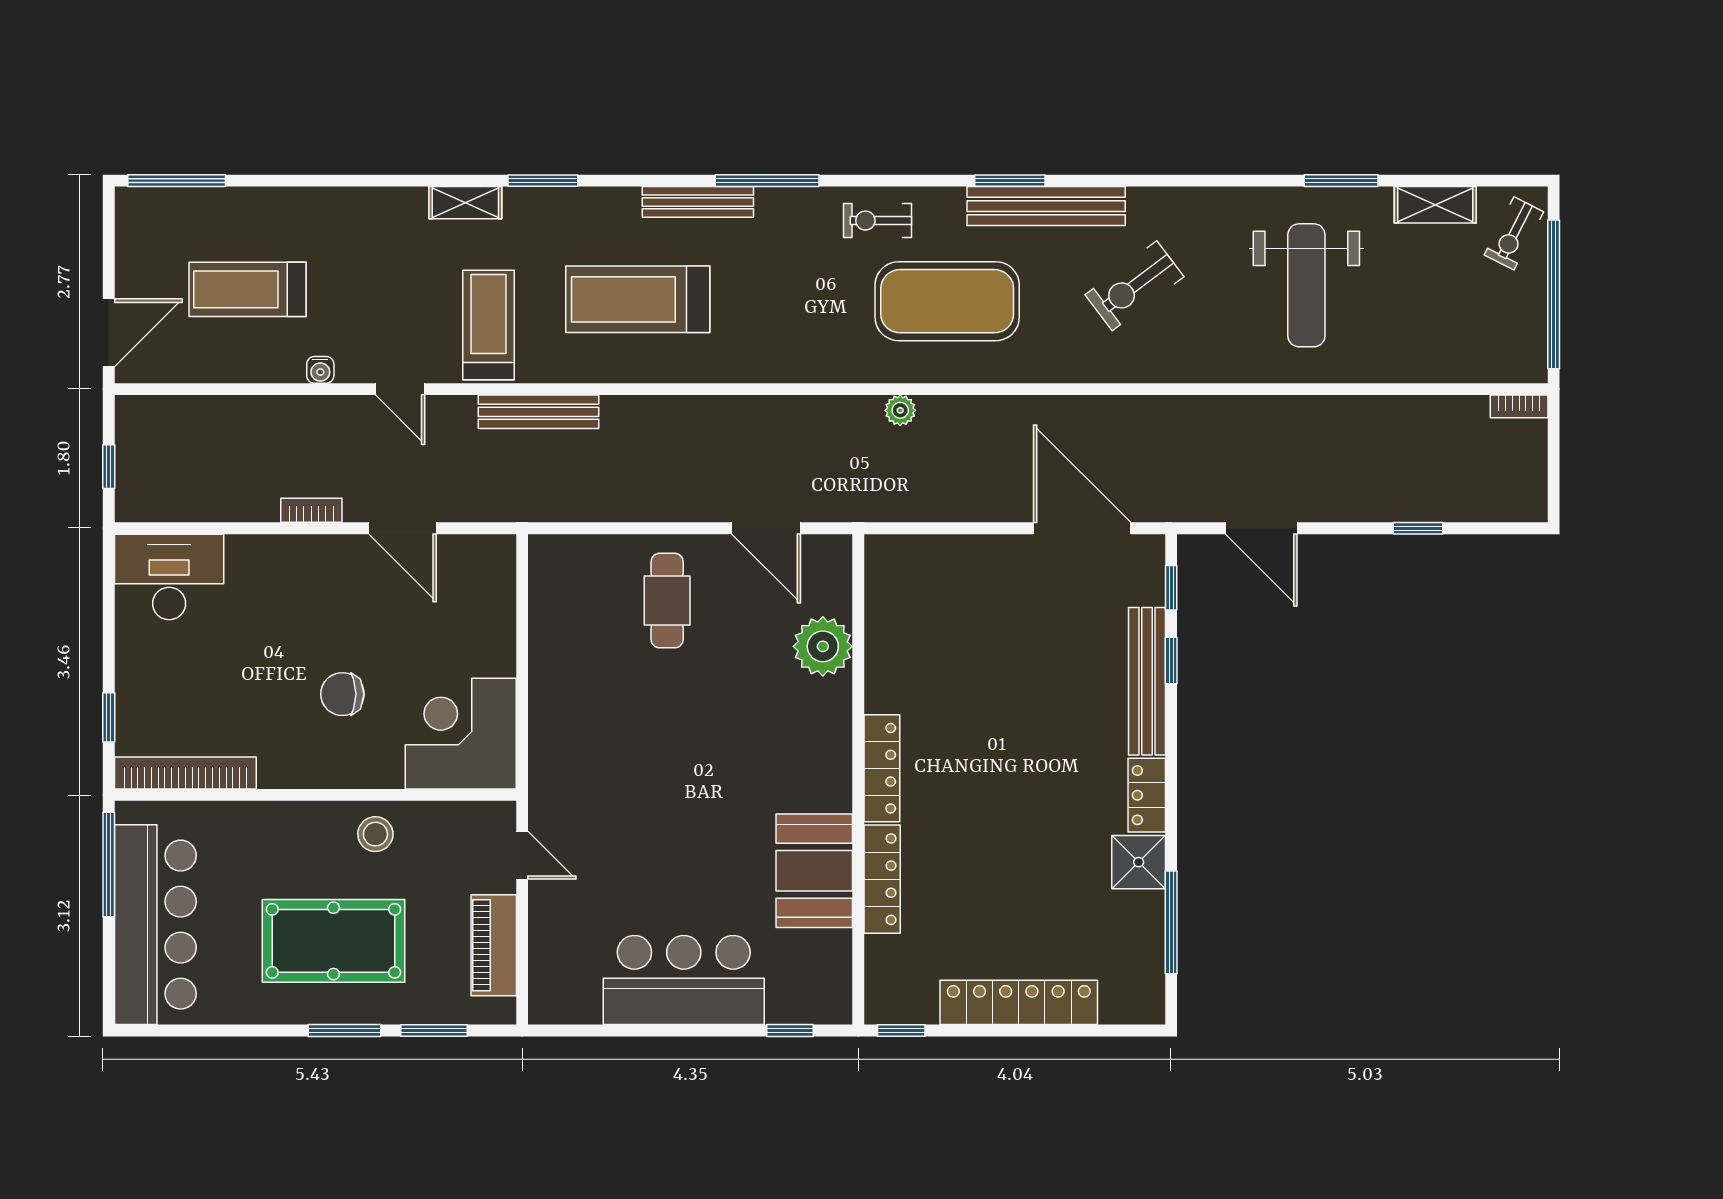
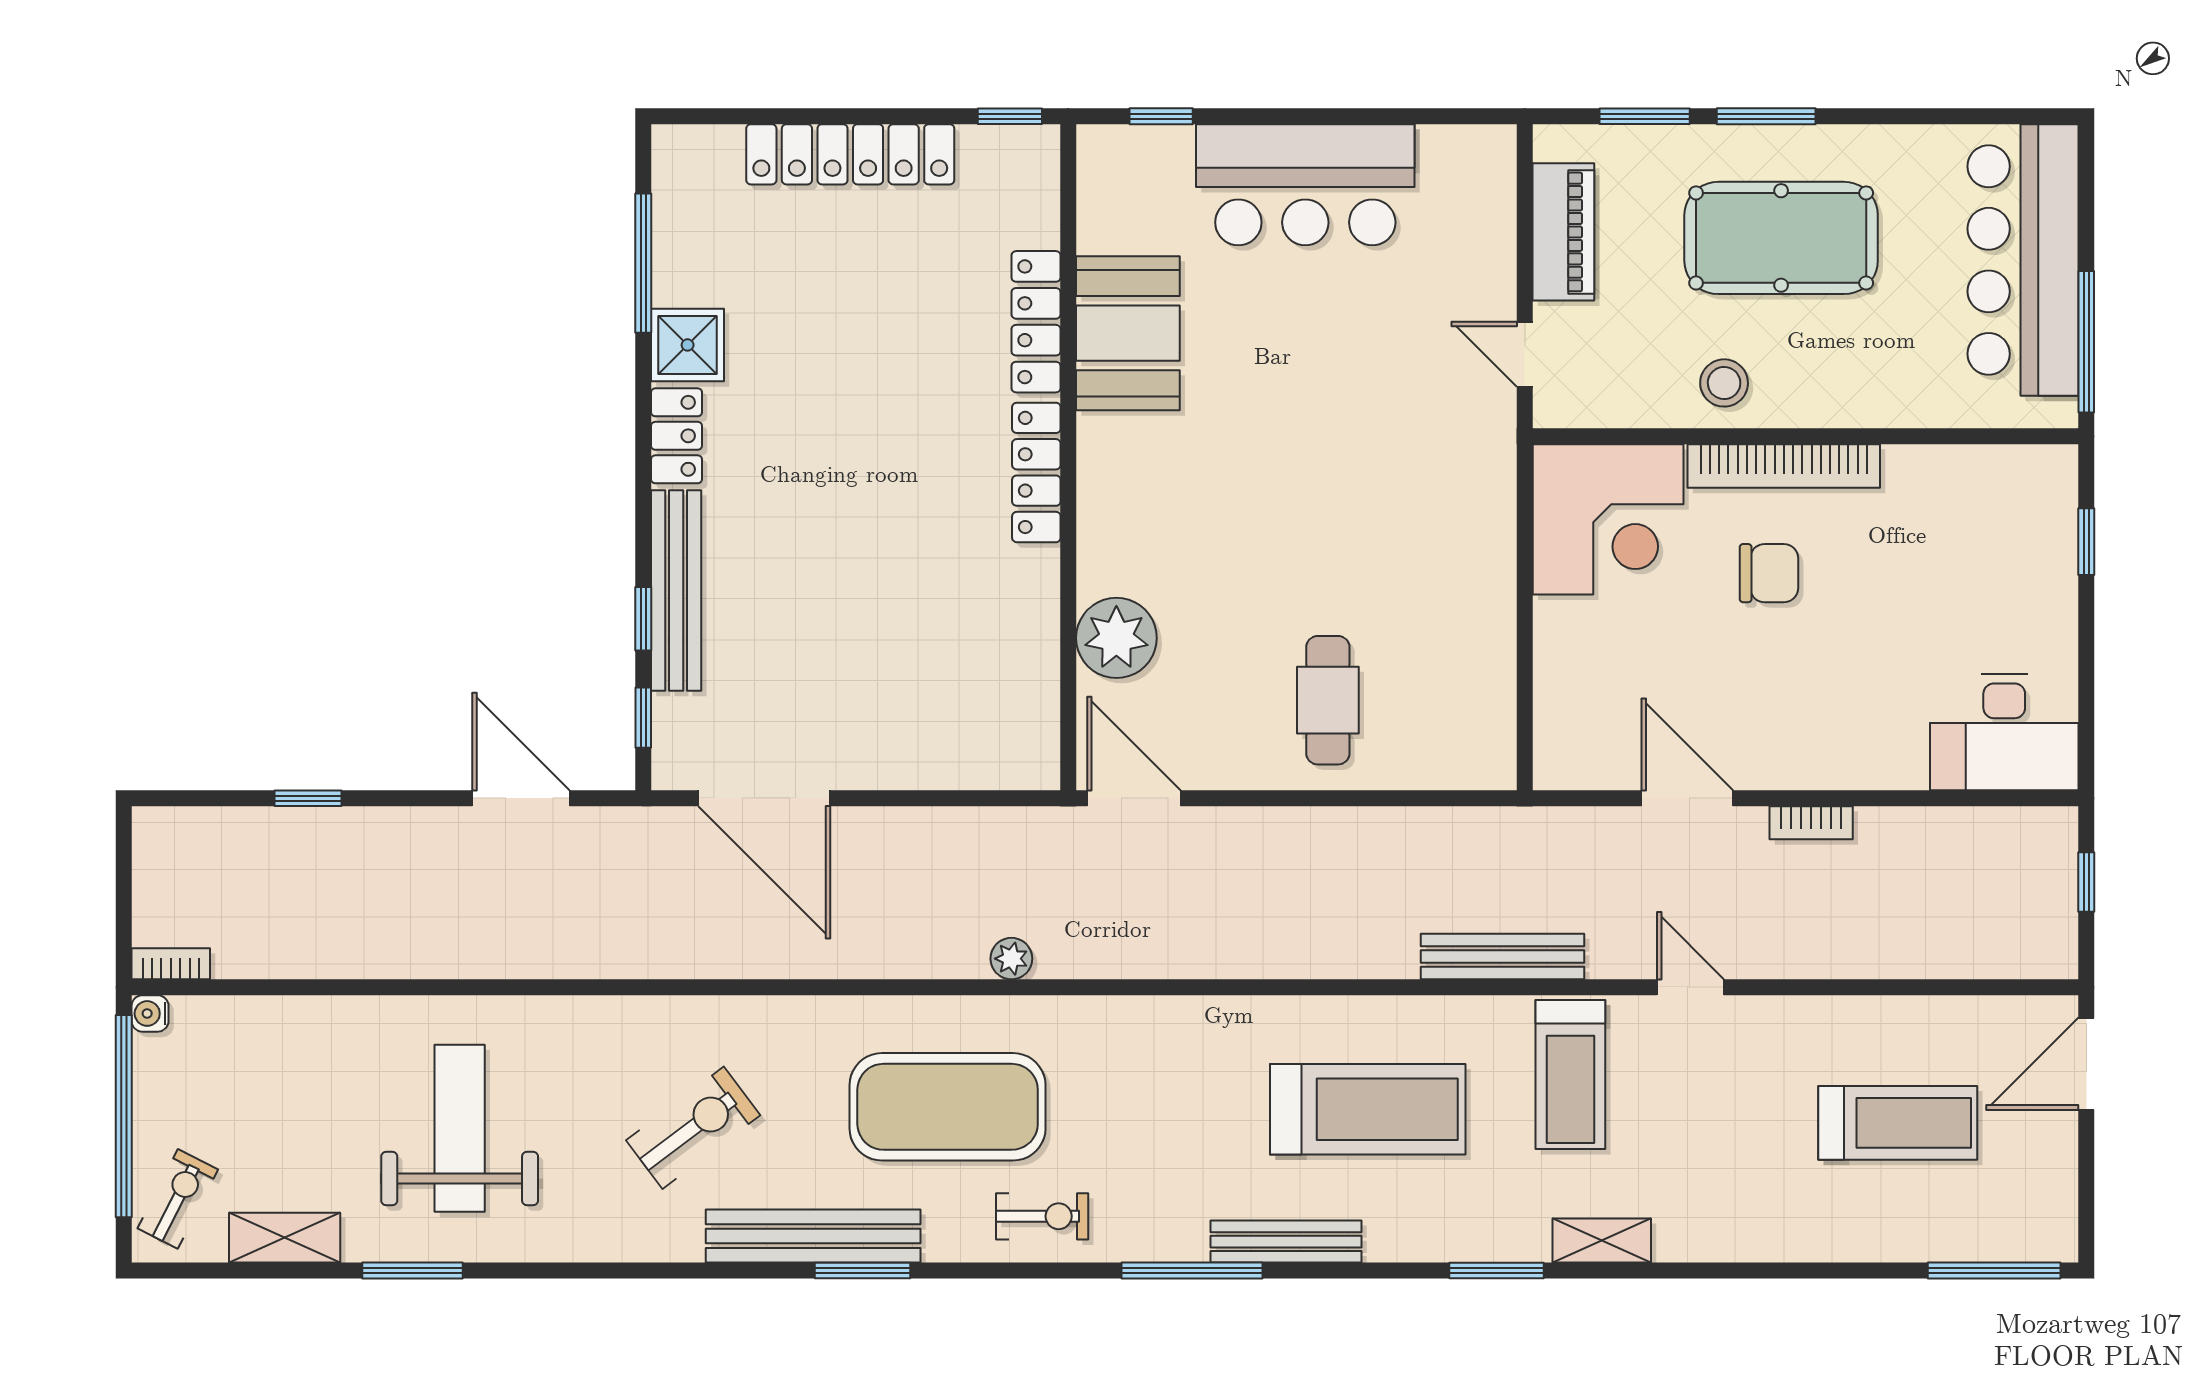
water cooler: (320, 370) -> (150, 1013), moved, turned -90
door: (766, 528) -> (1134, 798), moved
bookcase: (185, 773) -> (1784, 466), moved

